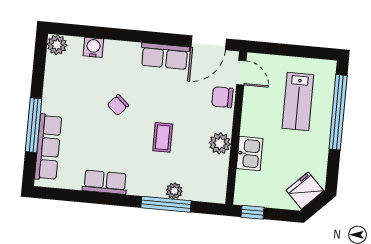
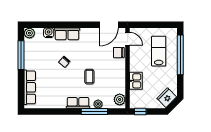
row of seats: (165, 56) -> (67, 34), moved
lab bench: (298, 101) -> (159, 51), turned 180
window: (34, 125) -> (21, 55), moved
plant: (220, 143) -> (120, 99), moved
row of seats: (105, 182) -> (78, 103), moved

